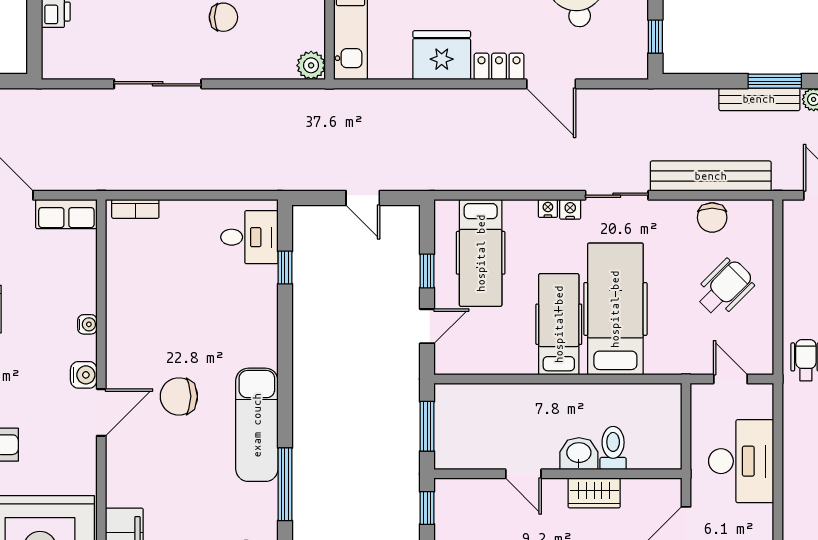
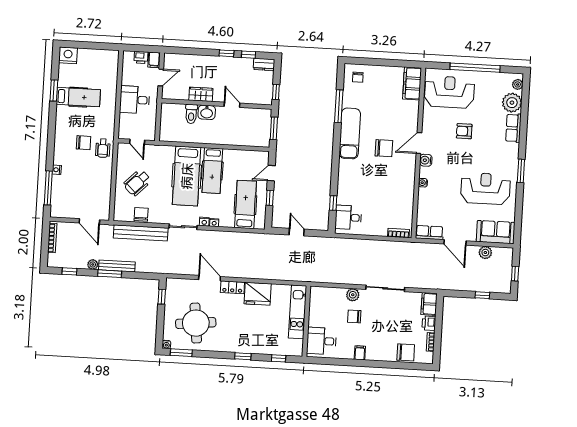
filing cabinet: (58, 55) -> (429, 304), added
plant: (311, 65) -> (353, 295), moved
desk: (741, 461) -> (135, 100), width x0.73

